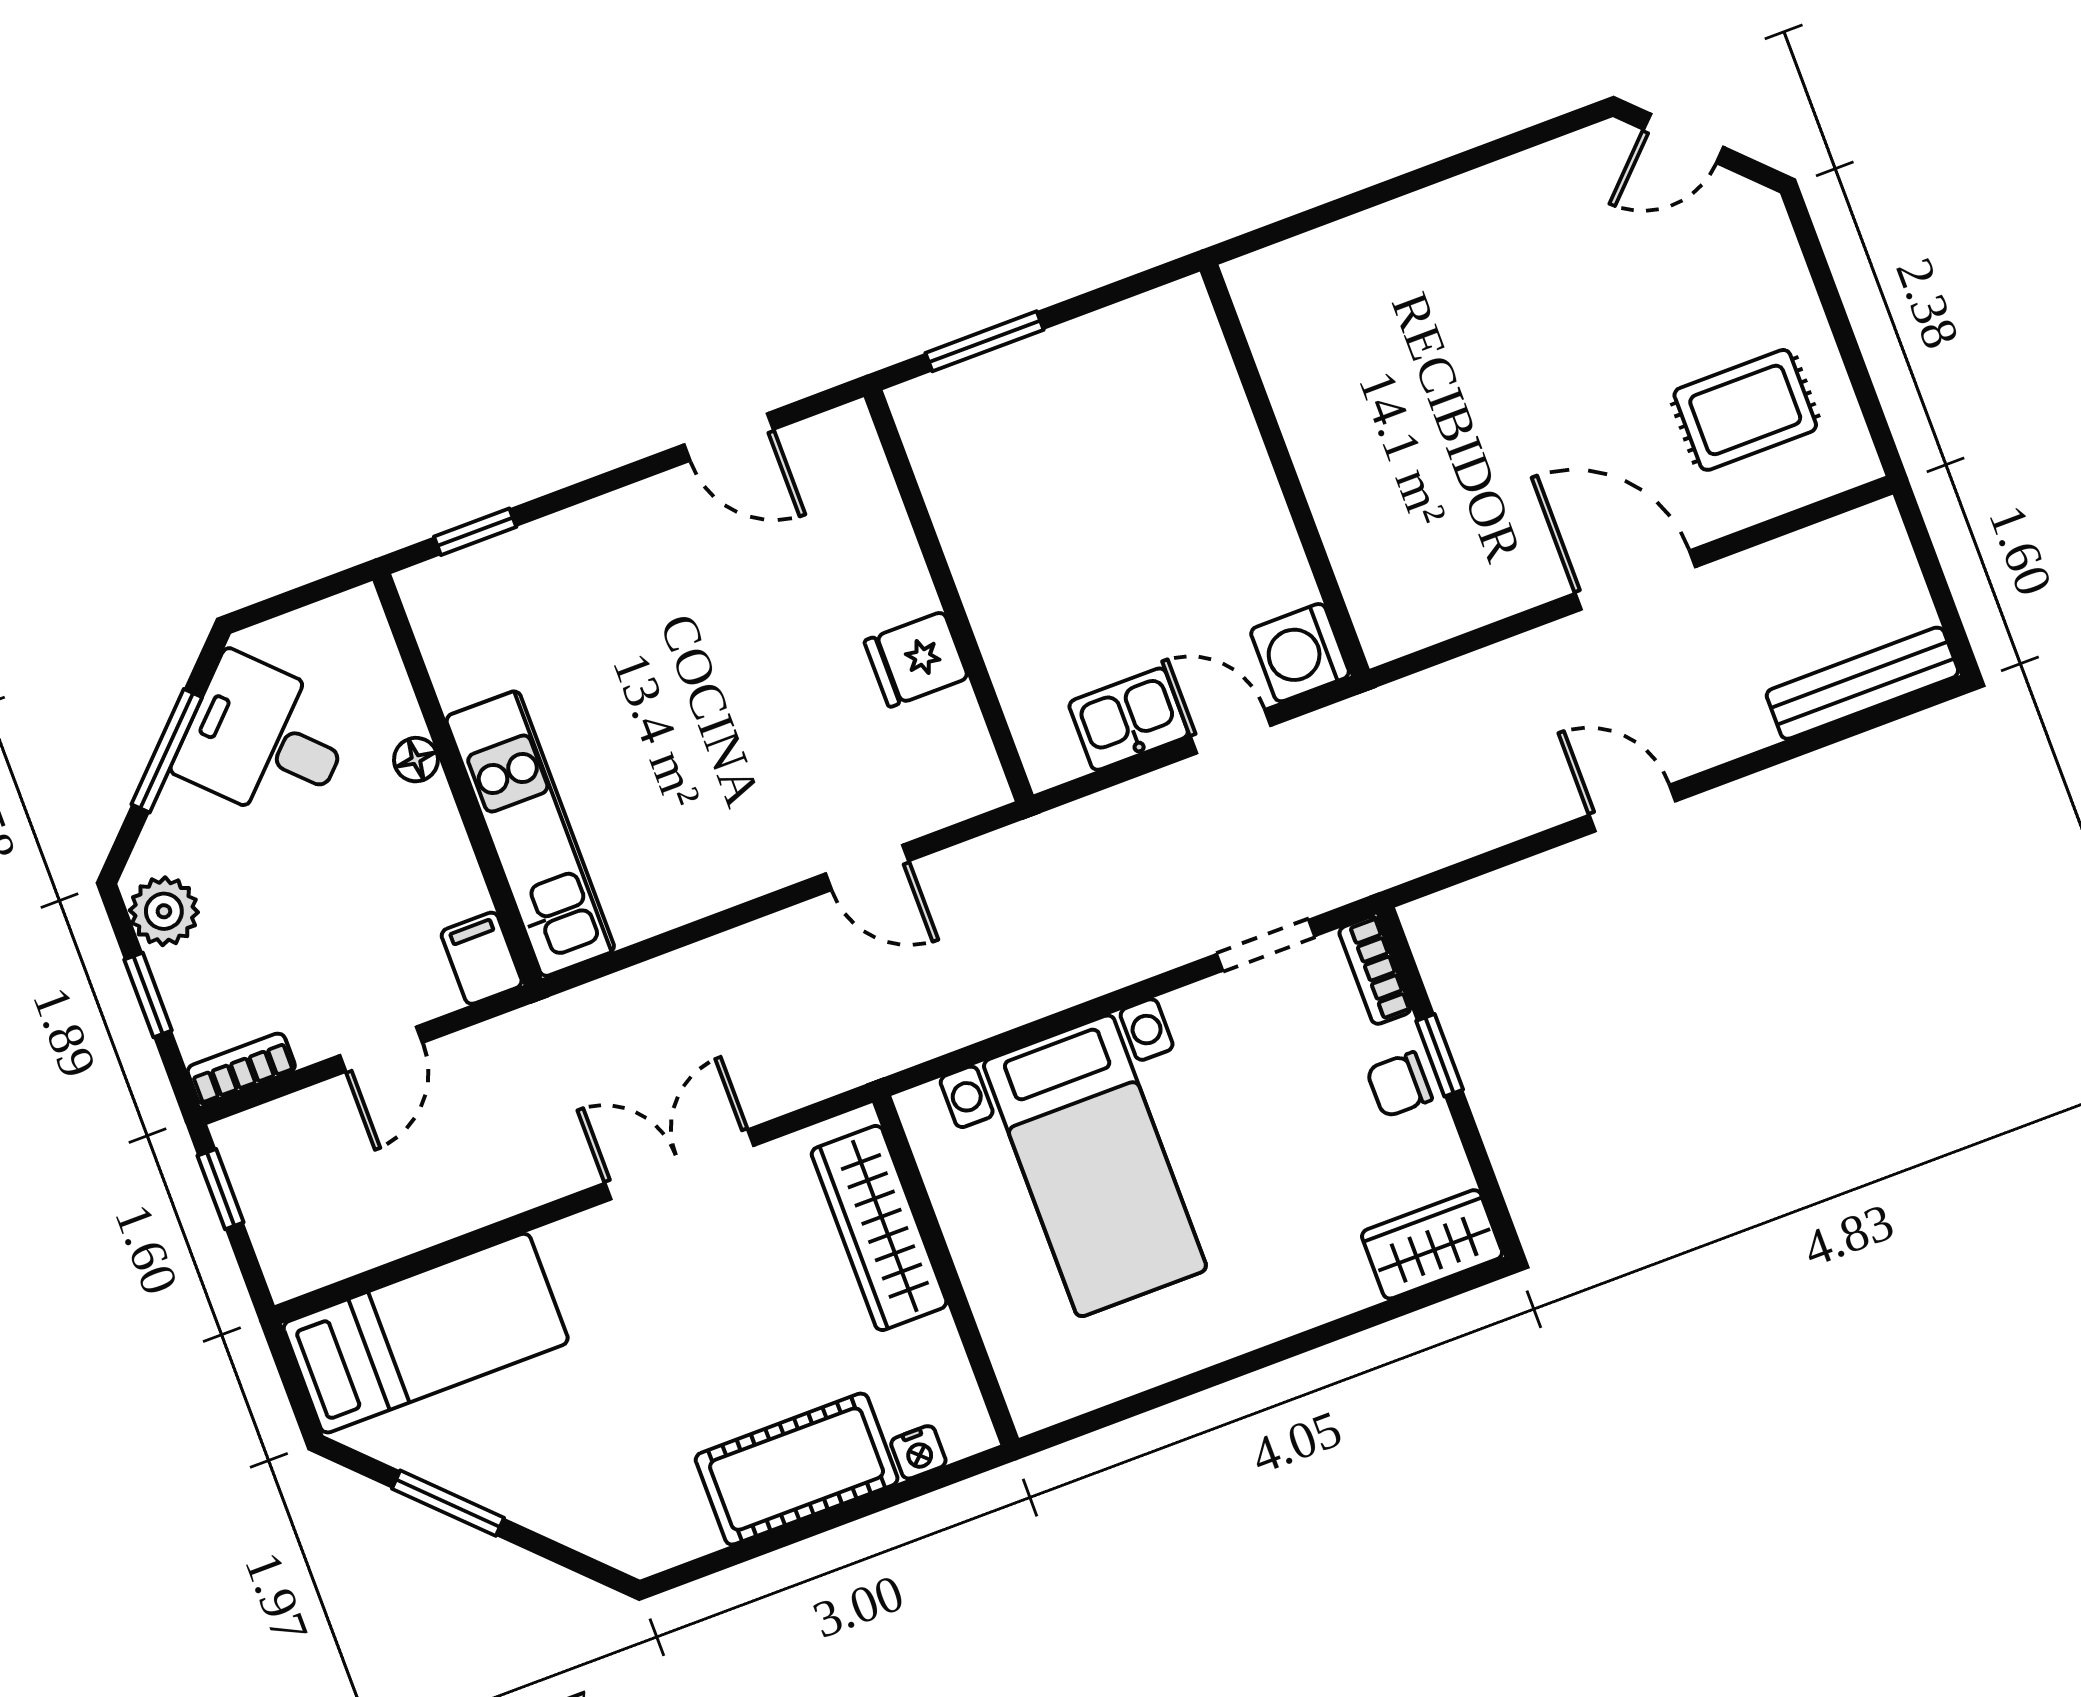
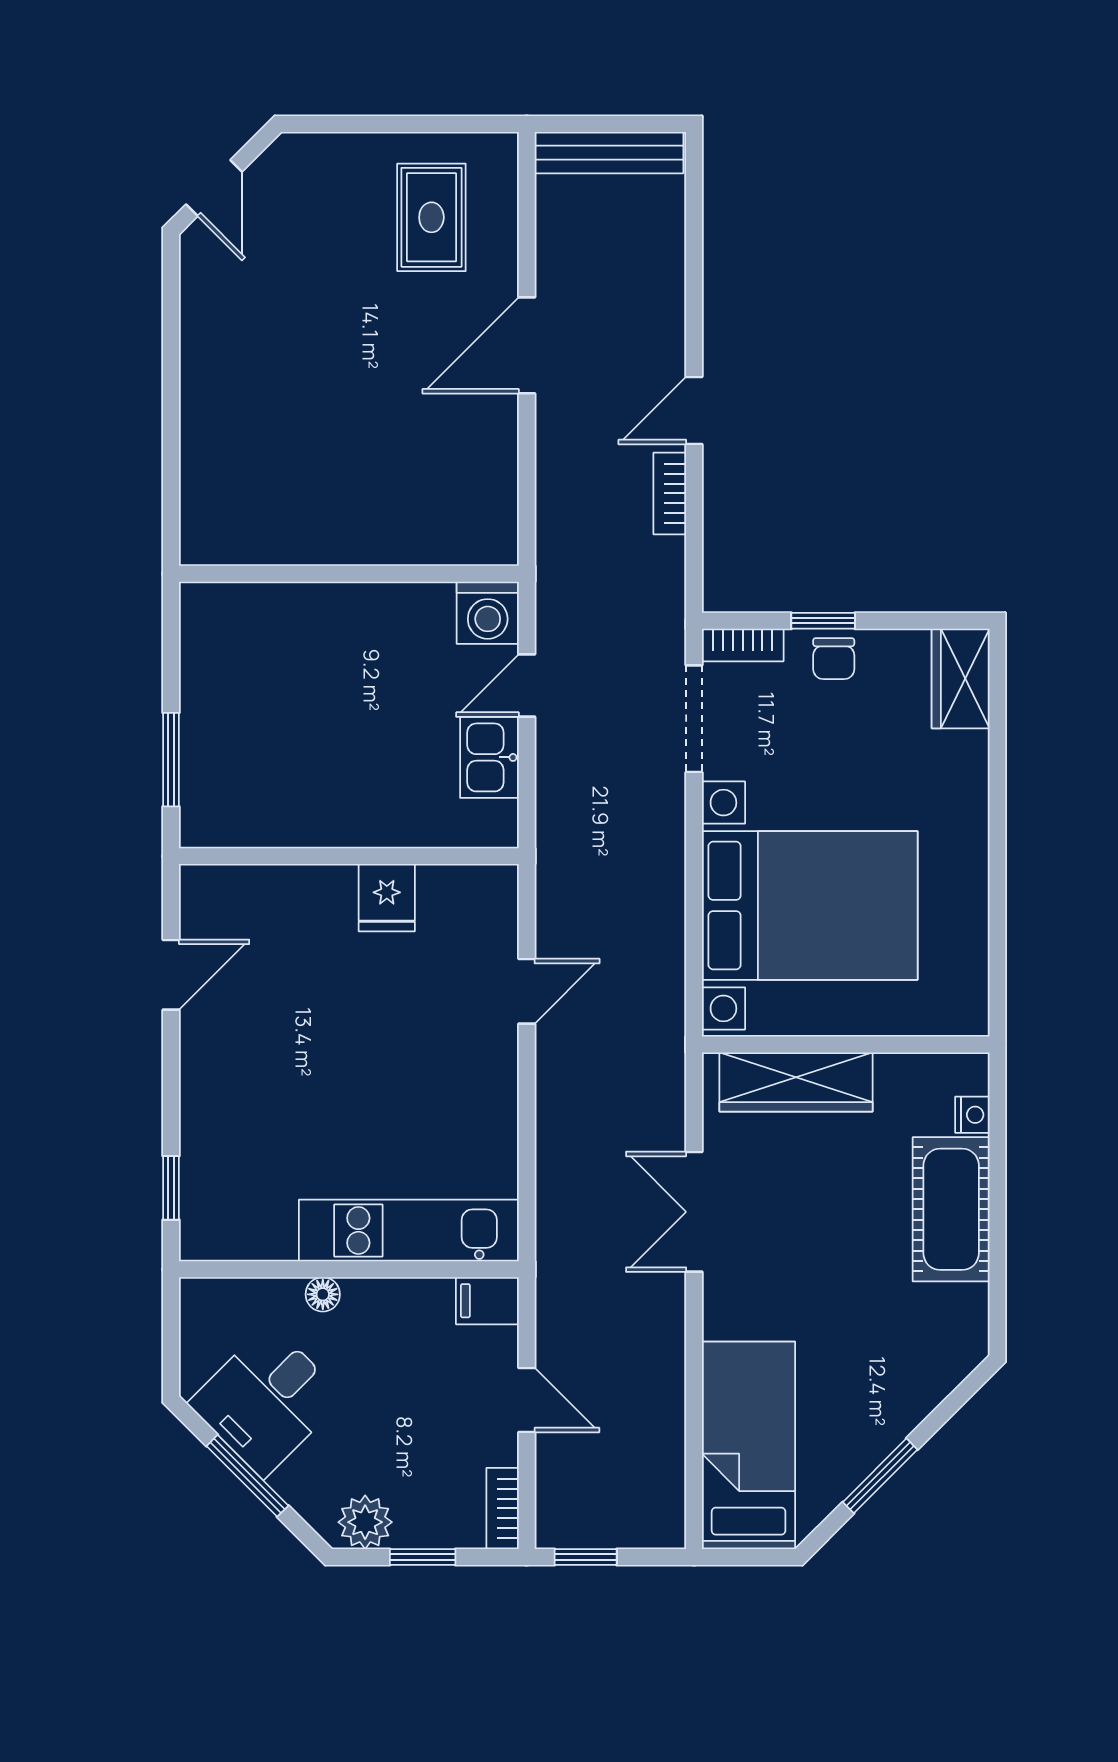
bench: (1862, 683) -> (609, 153), moved, turned 90
bookcase: (1523, 816) -> (670, 493), added
doorway: (1266, 945) -> (694, 719), width x1.38
bed with nightstands: (1095, 1166) -> (810, 906), width x1.36

